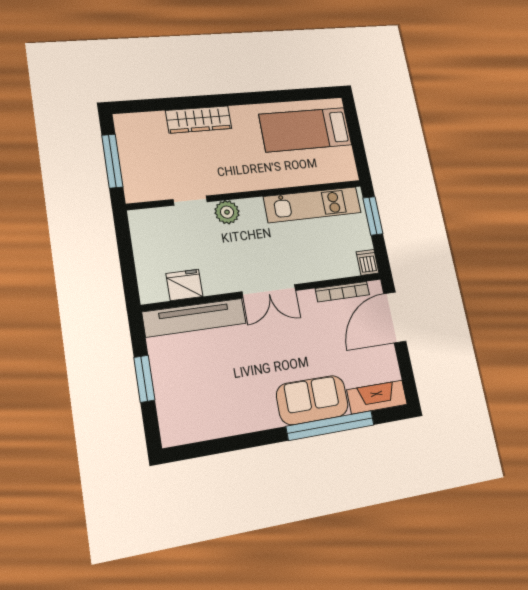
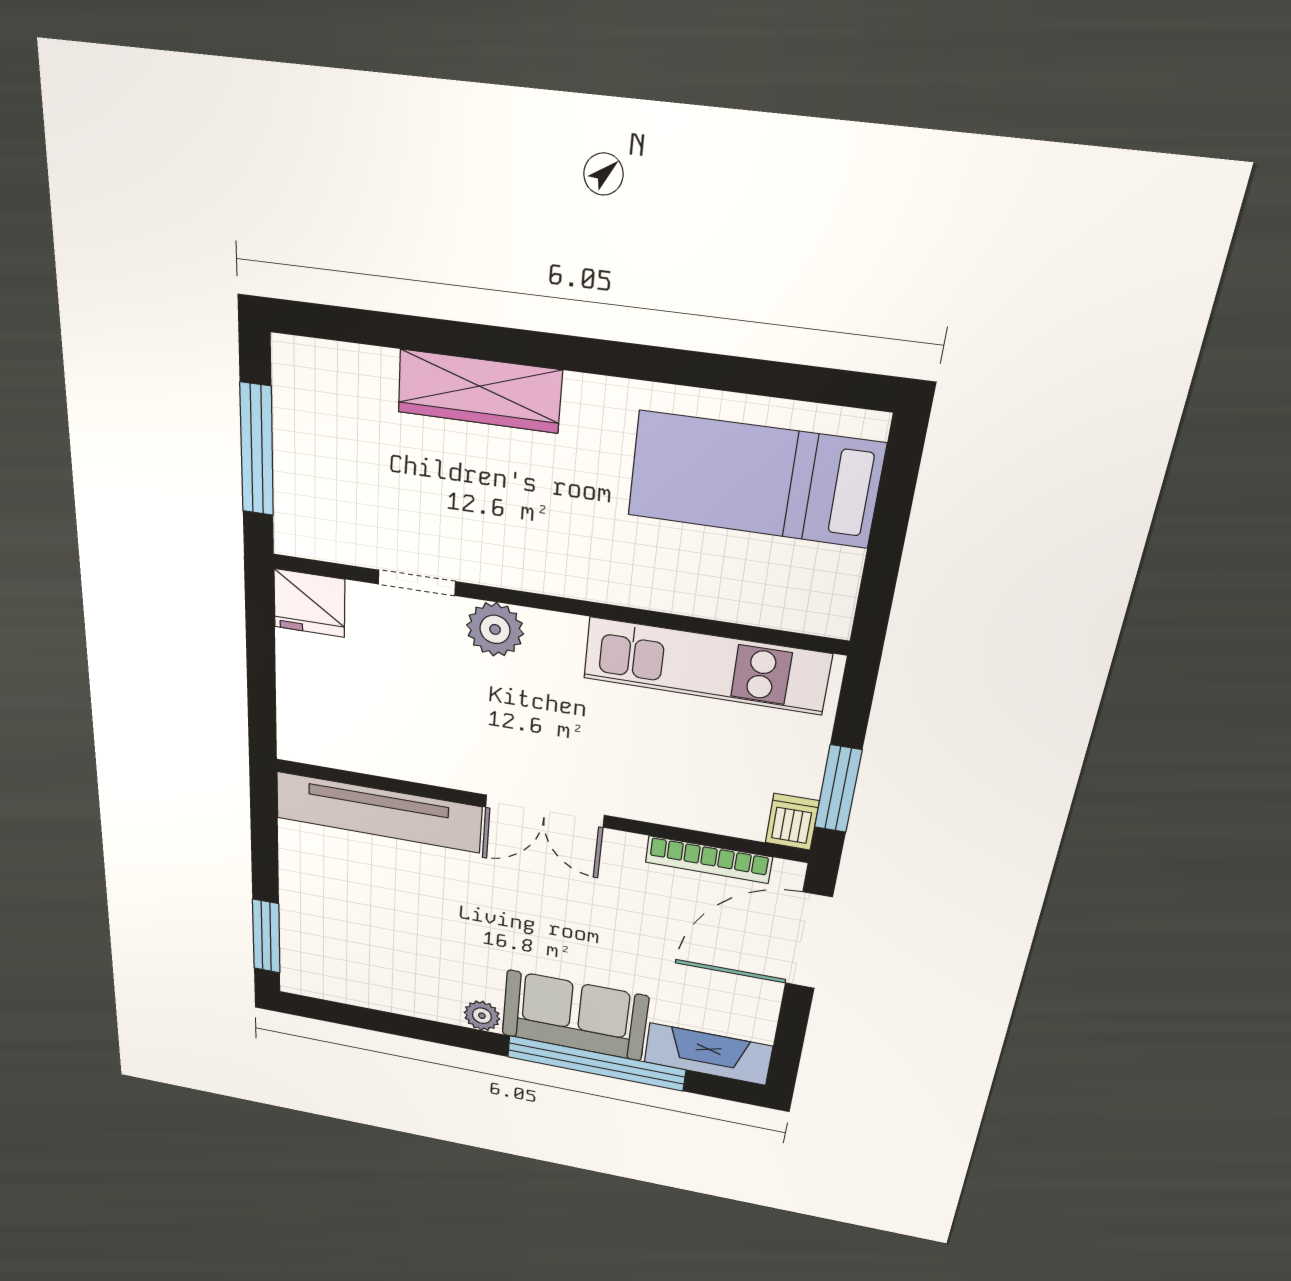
window: (373, 216) -> (838, 789), moved
fridge: (184, 285) -> (309, 603), moved, turned 180
window: (144, 379) -> (266, 936), moved
plant: (269, 419) -> (482, 1016), added

